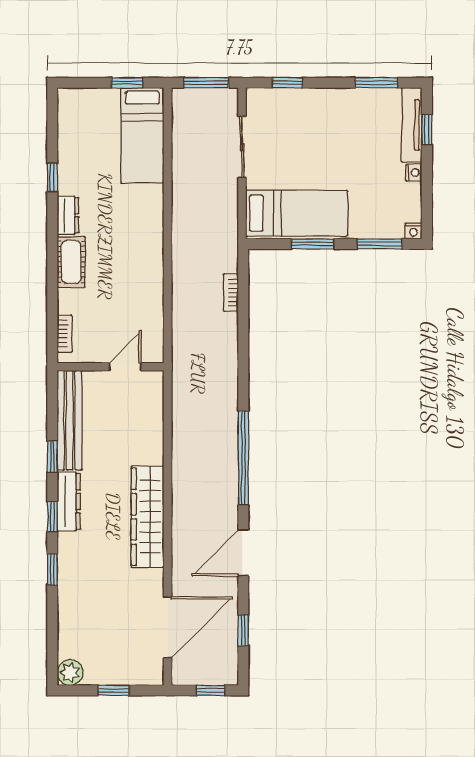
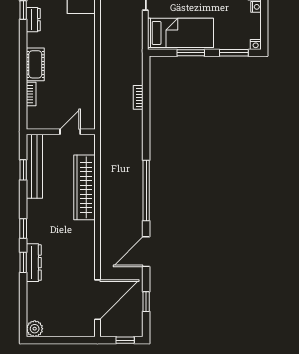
dresser: (68, 215) -> (33, 20), moved
bookcase: (231, 293) -> (138, 97), moved
bookcase: (65, 334) -> (31, 94), moved
window: (52, 457) -> (23, 170), moved
dresser: (69, 501) -> (34, 263), moved
wardrobe: (147, 517) -> (84, 187), moved
window: (114, 690) -> (63, 340), removed

